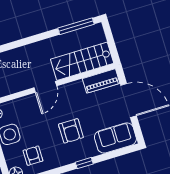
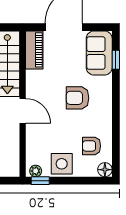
armchair: (71, 131) -> (77, 98), turned 180
window: (84, 163) -> (116, 60), moved

